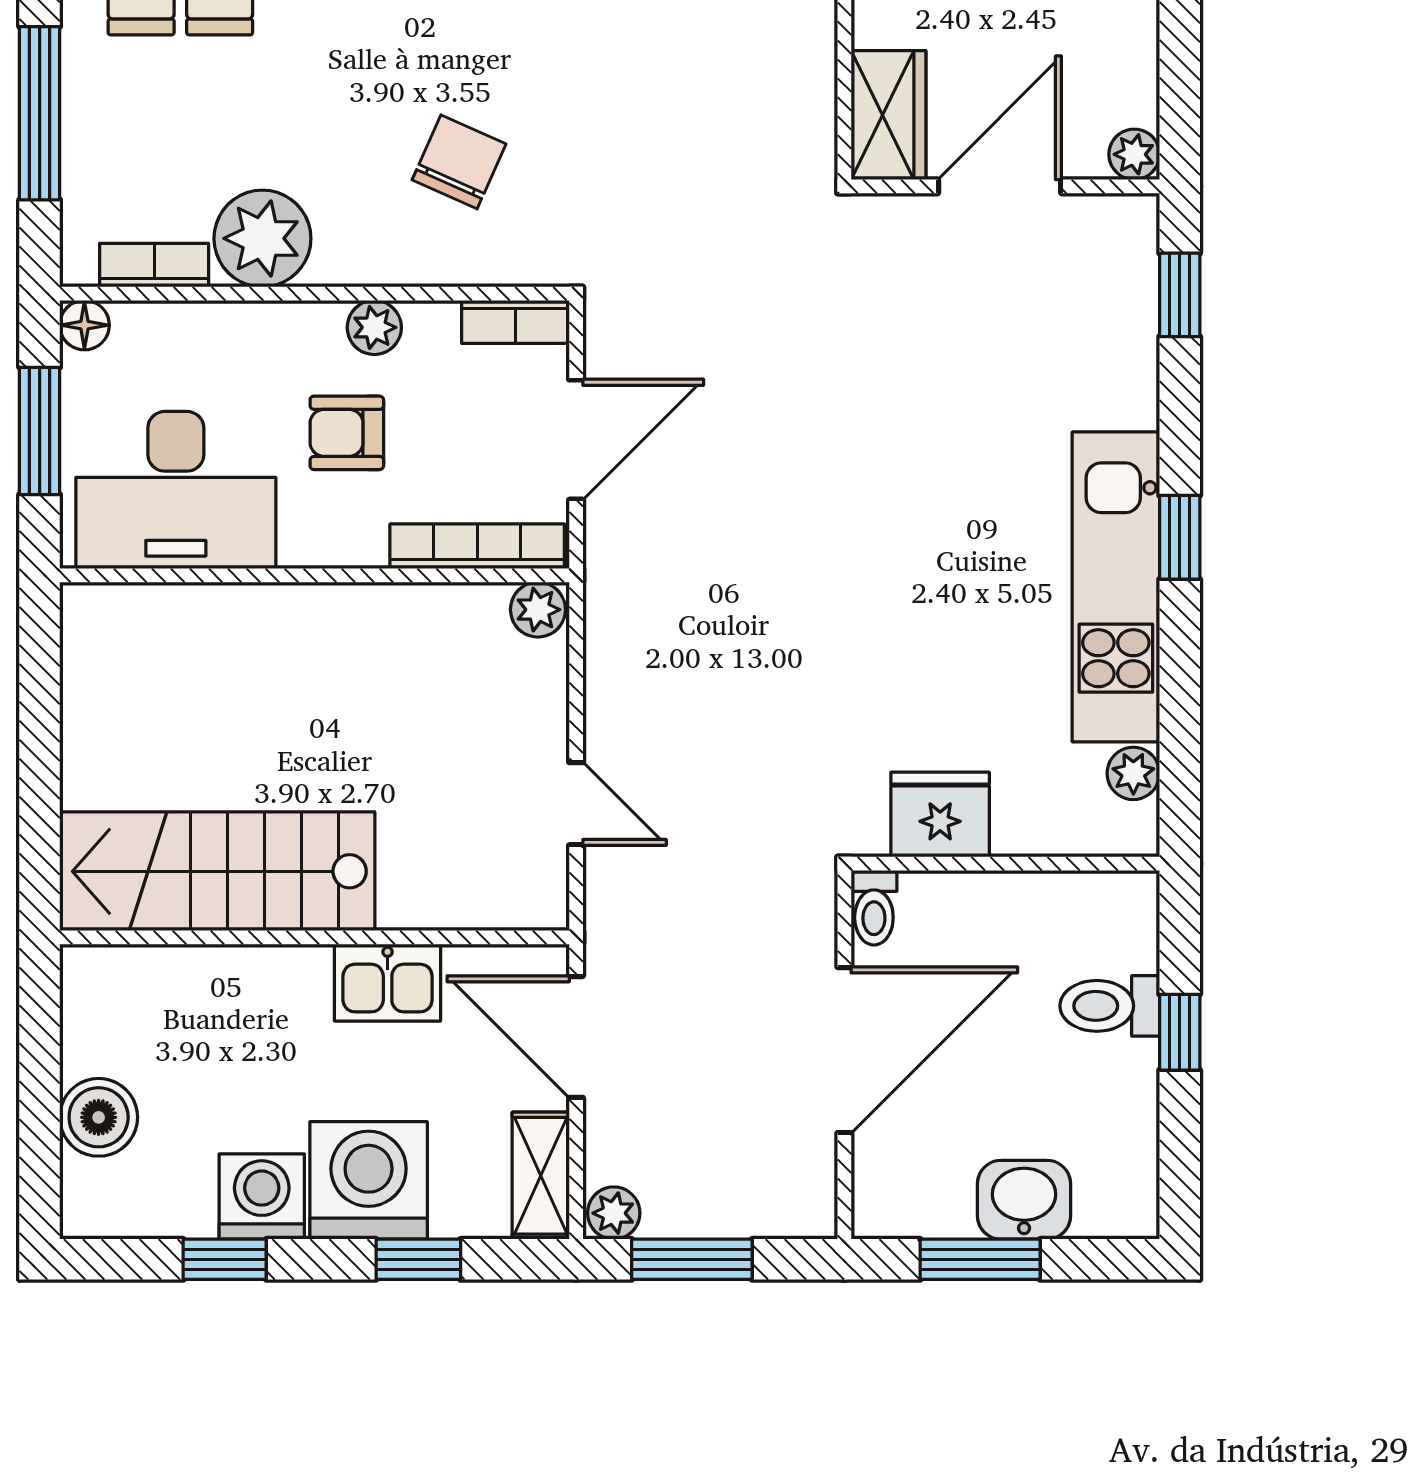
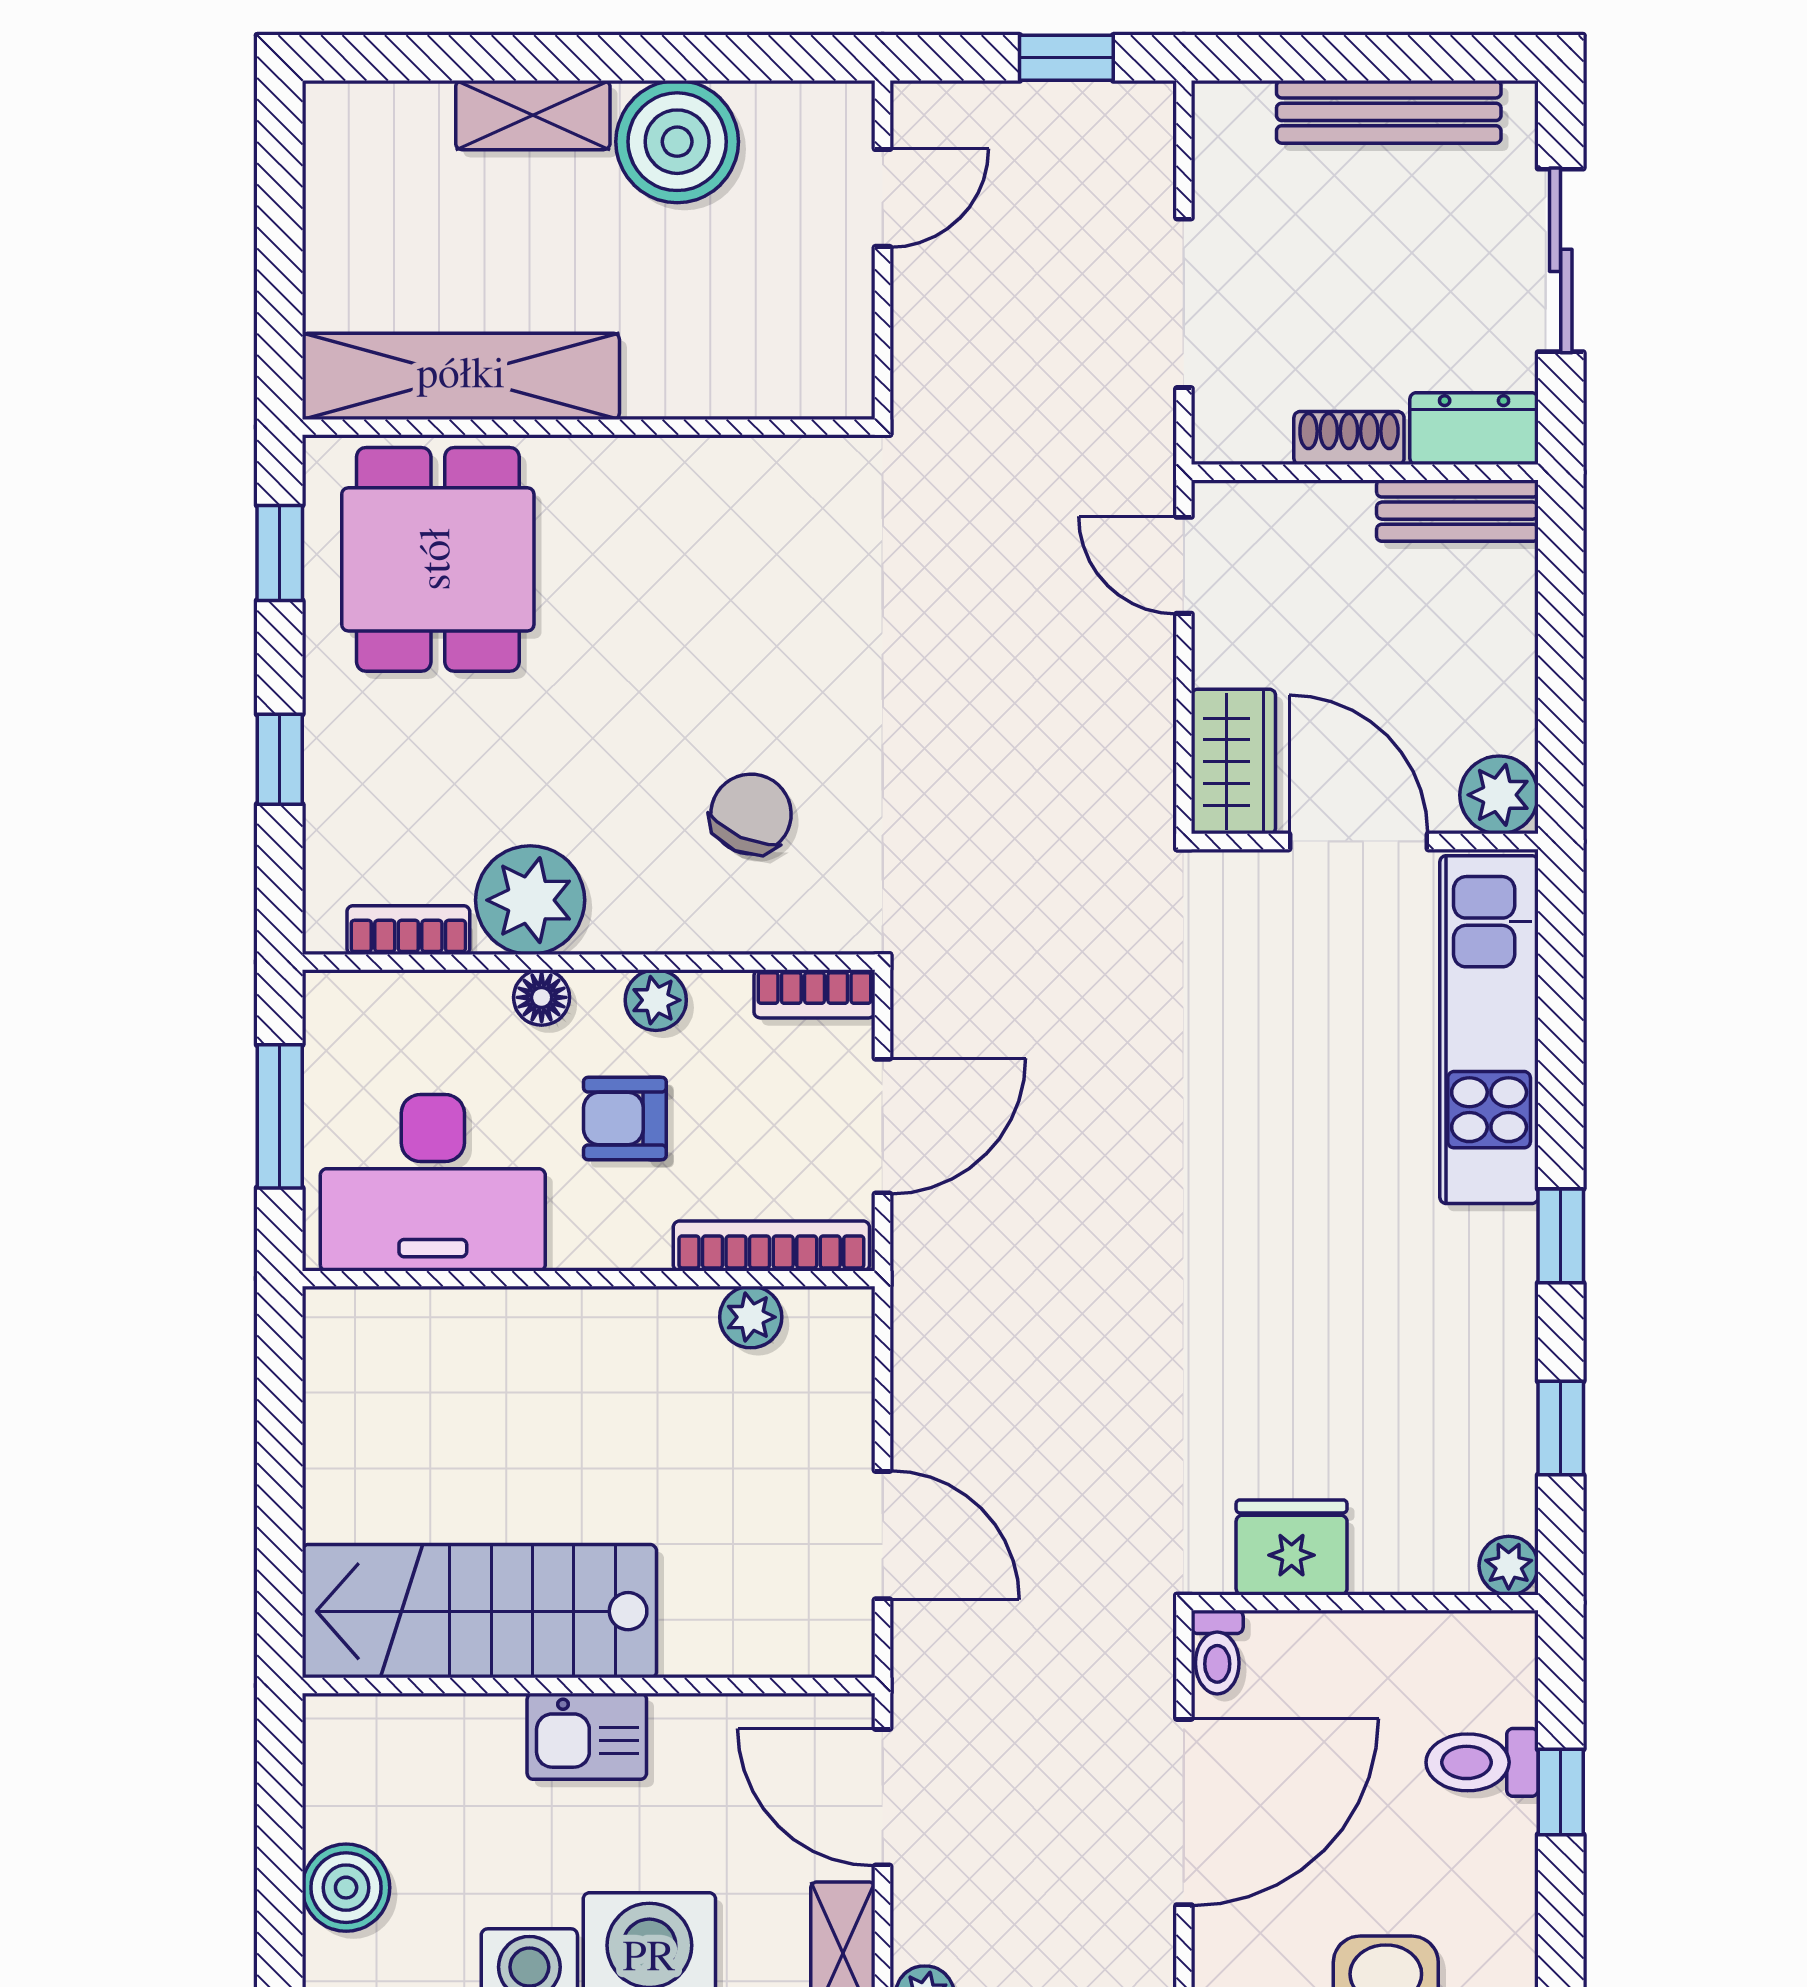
window: (40, 113) -> (280, 759), width x0.46
plant: (1134, 154) -> (1499, 795), width x1.38, depth x1.38
door: (1000, 186) -> (1358, 842), hinge flipped
window: (1180, 295) -> (1561, 1428), moved
floor lamp: (84, 325) -> (542, 997), moved
kitchen unit: (1116, 587) -> (1489, 1030), moved
plant: (538, 610) -> (751, 1317), moved
plant: (1133, 773) -> (1509, 1566), moved
door: (576, 804) -> (883, 1535), width x1.38
kitchen sink: (388, 983) -> (587, 1736), moved

